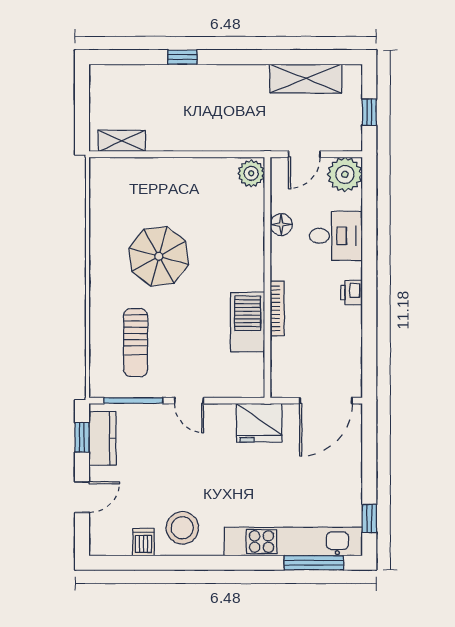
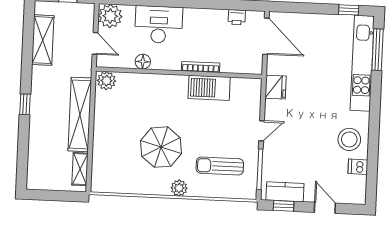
window: (182, 57) -> (25, 104), moved
shelving: (201, 137) -> (80, 114), added
desk: (336, 236) -> (159, 25), width x1.37
plant: (101, 285) -> (179, 188), added
printer: (351, 293) -> (237, 17), moved
sun lounger: (135, 343) -> (220, 166), turned 180
fridge: (259, 423) -> (276, 87), width x0.73, depth x0.75

